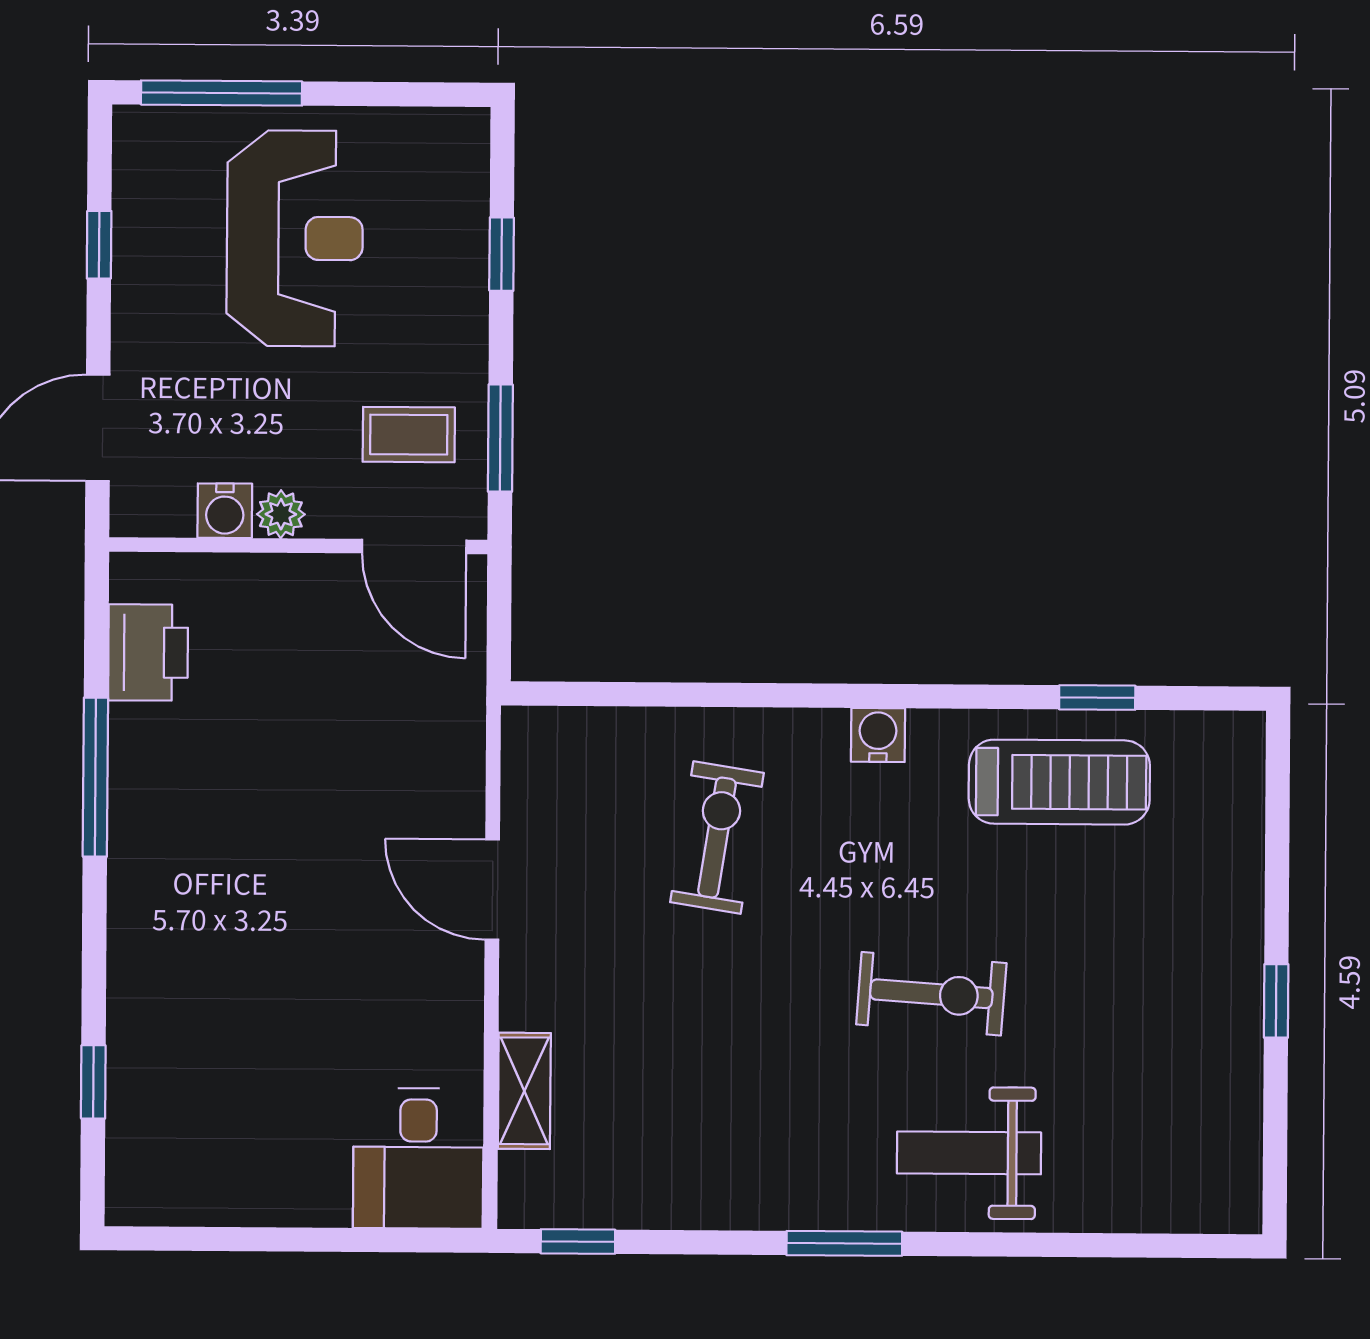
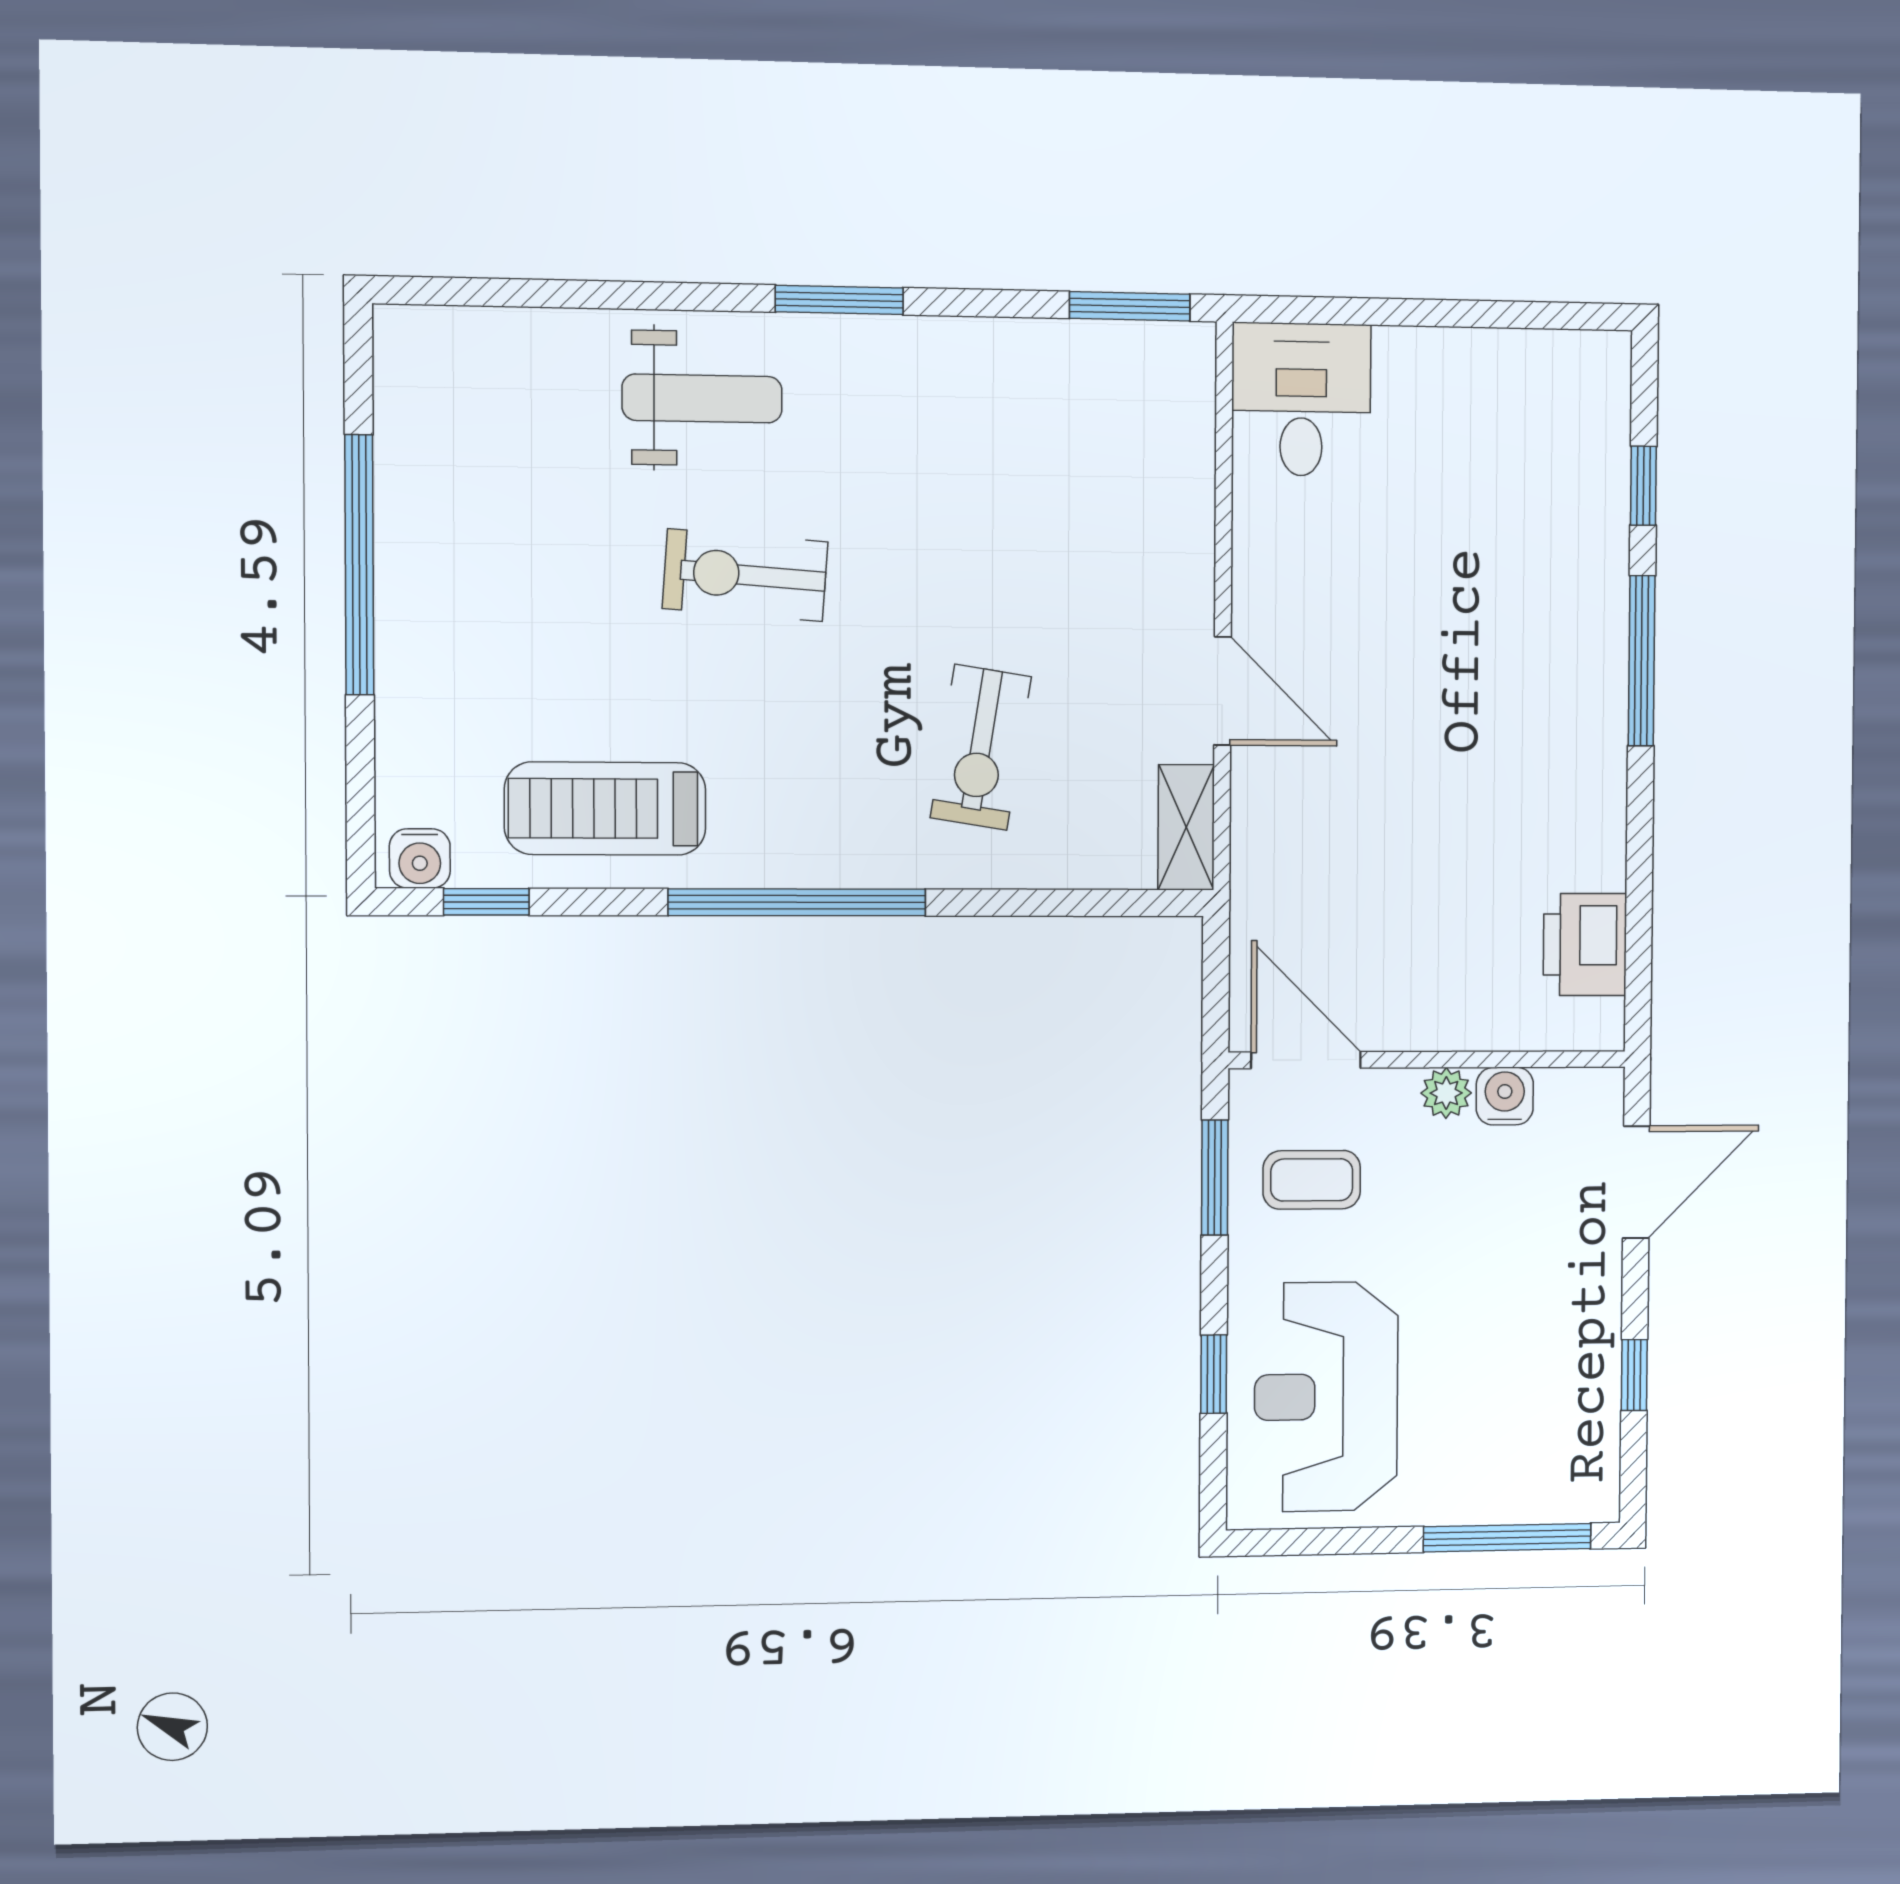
reception desk: (295, 238) -> (1326, 1397), moved
window: (886, 696) -> (797, 902), added
window: (1097, 698) -> (486, 902), moved
water cooler: (878, 735) -> (420, 858), moved
window: (95, 777) -> (1642, 661), moved
window: (1276, 1001) -> (359, 565), width x3.17
shelving: (524, 1091) -> (1186, 827), moved
window: (578, 1242) -> (1130, 306), width x1.50

